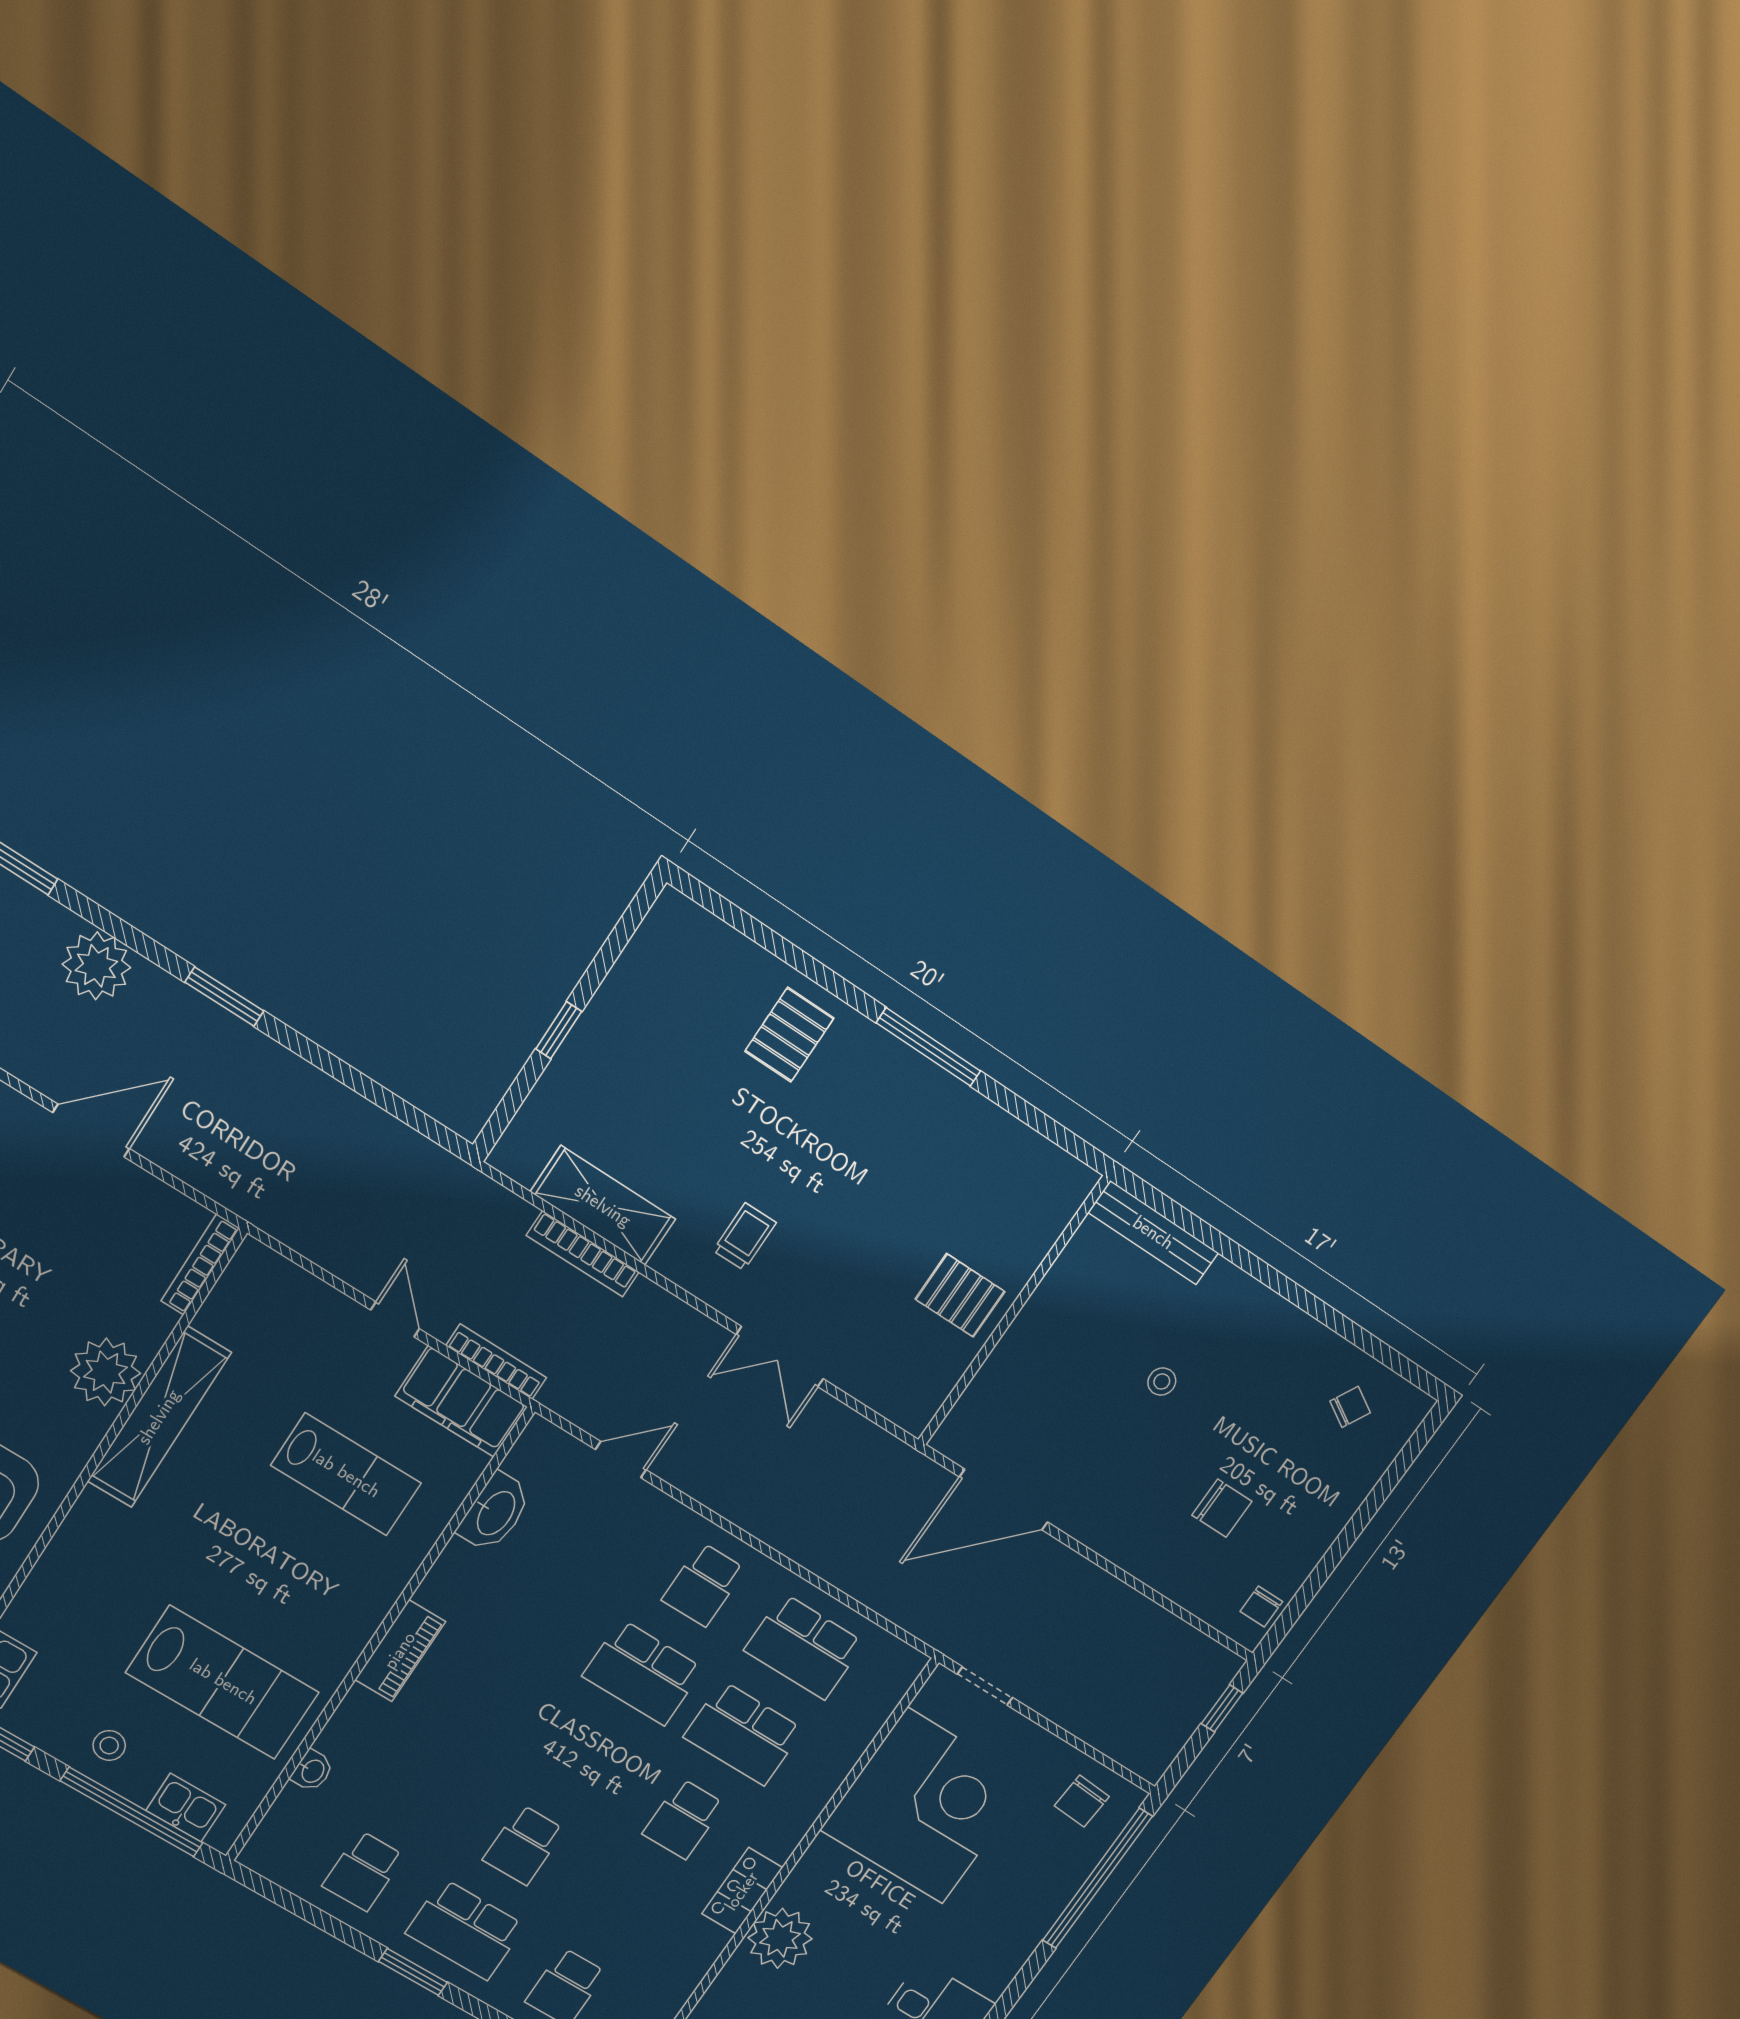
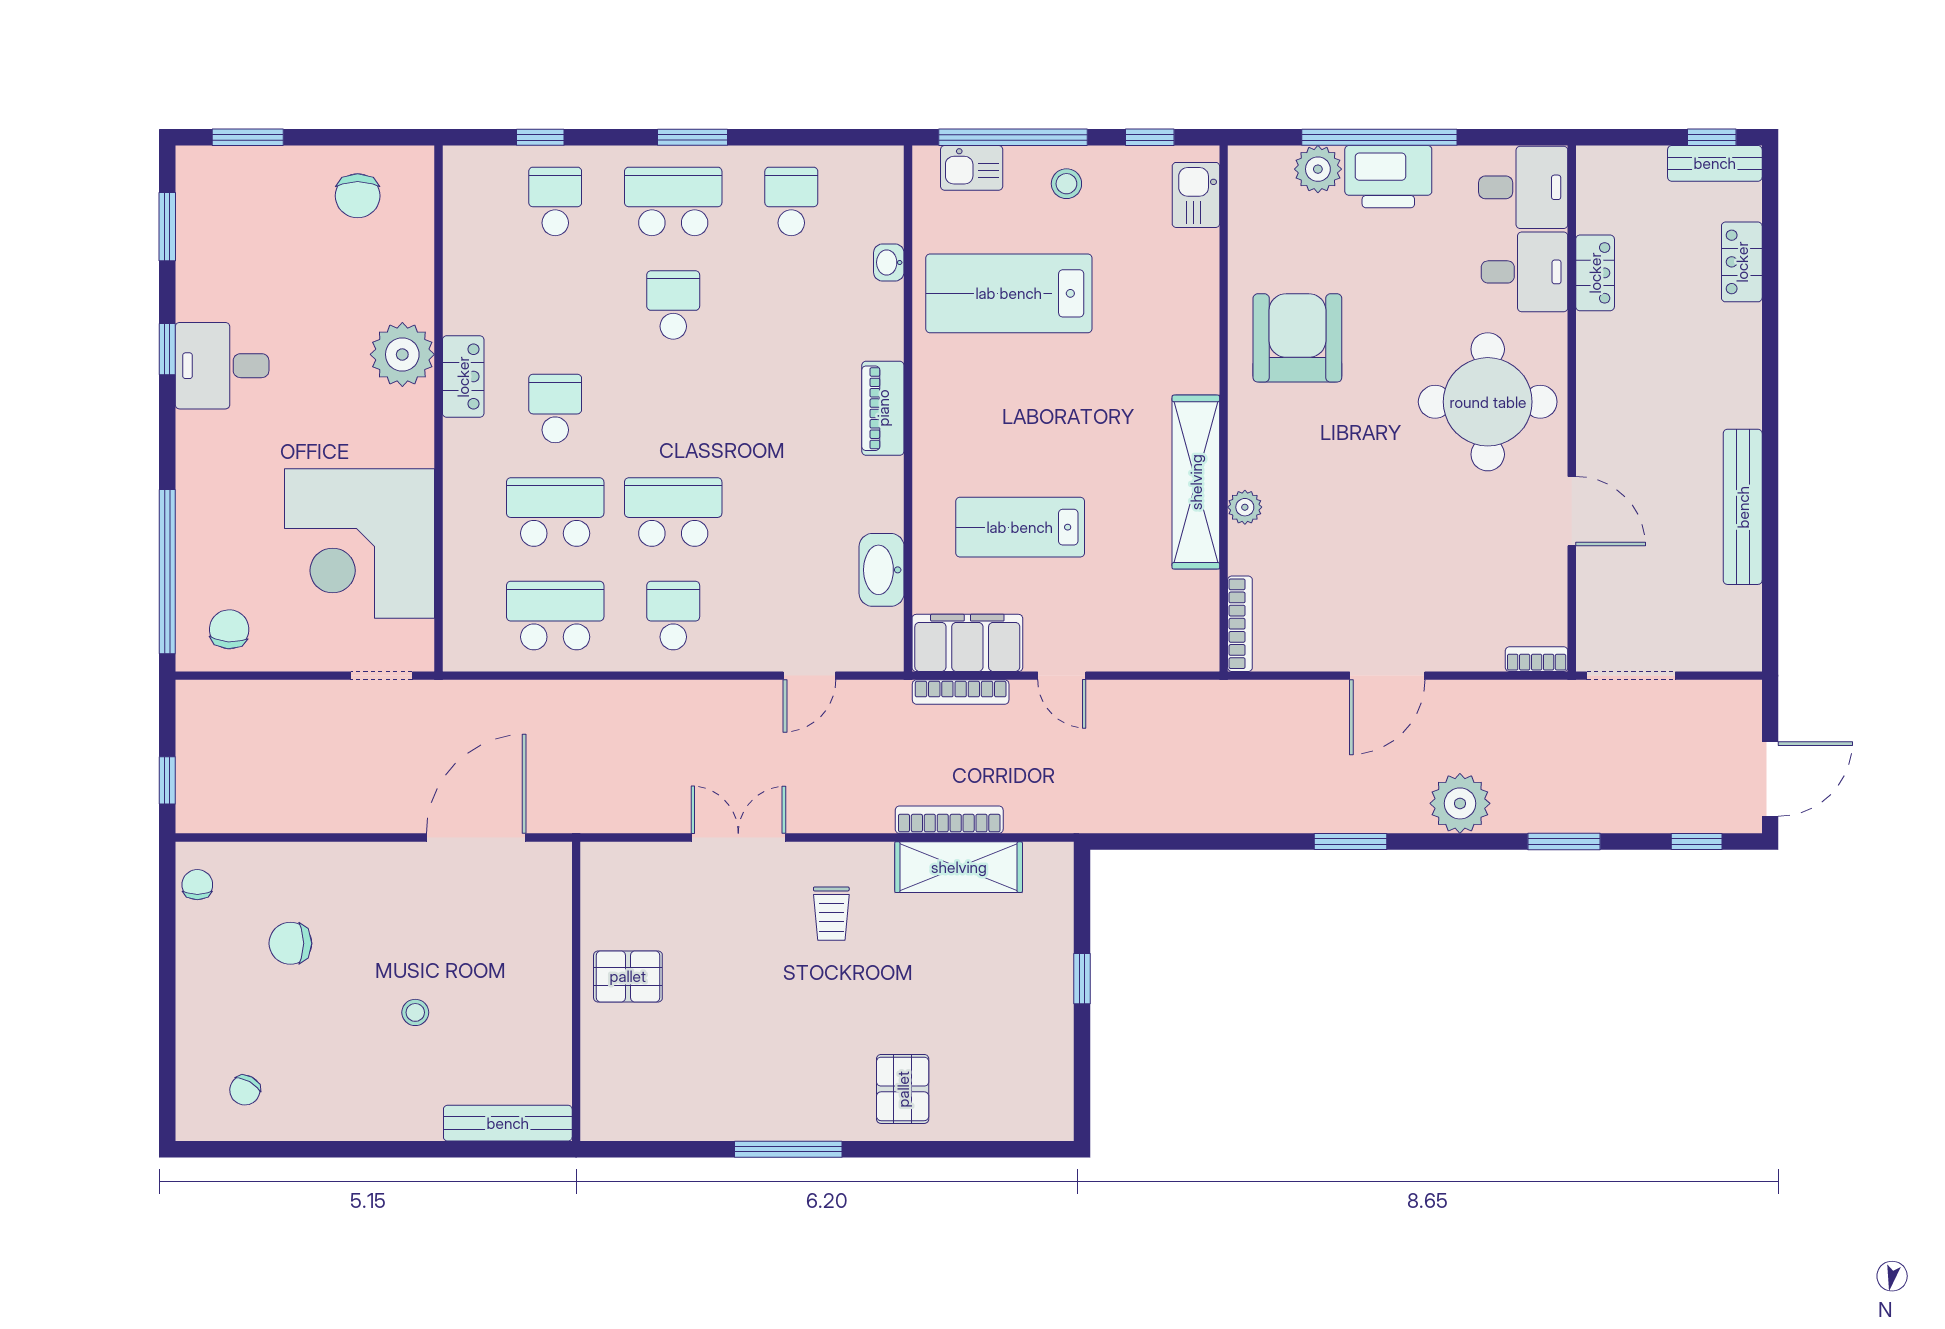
plant: (105, 1372) -> (1245, 507), width x0.53, depth x0.53

